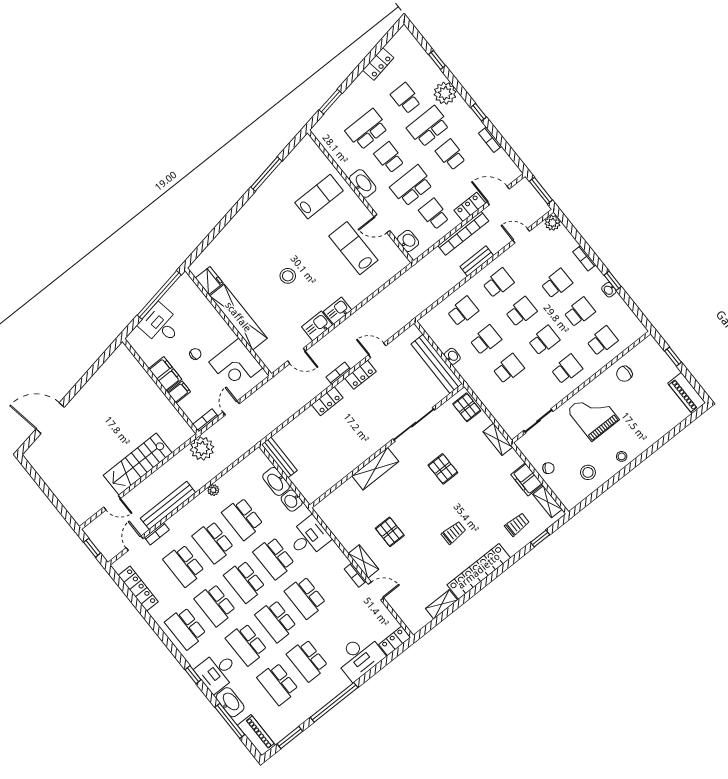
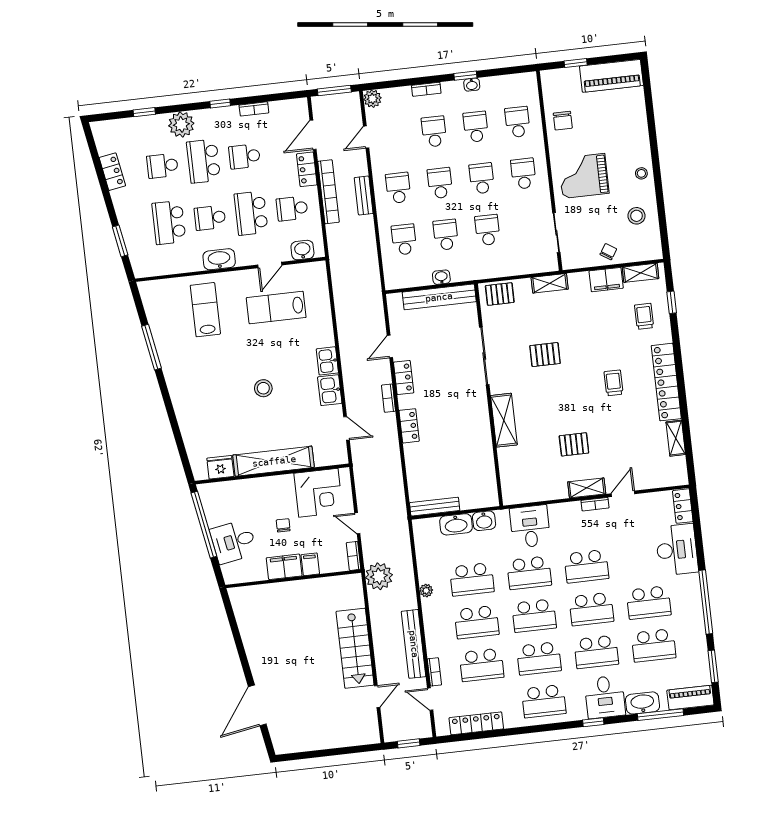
door: (296, 356) -> (347, 428), hinge flipped
piano: (687, 393) -> (611, 76), width x1.37, depth x1.33

